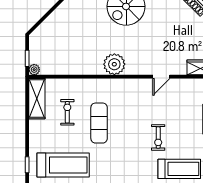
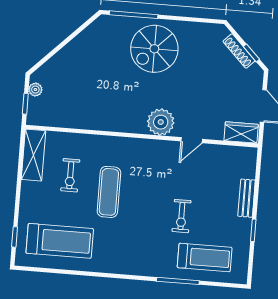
plant: (114, 64) -> (161, 122), moved
plant: (34, 70) -> (35, 90), moved
exercise bike: (67, 112) -> (70, 175), turned 180

